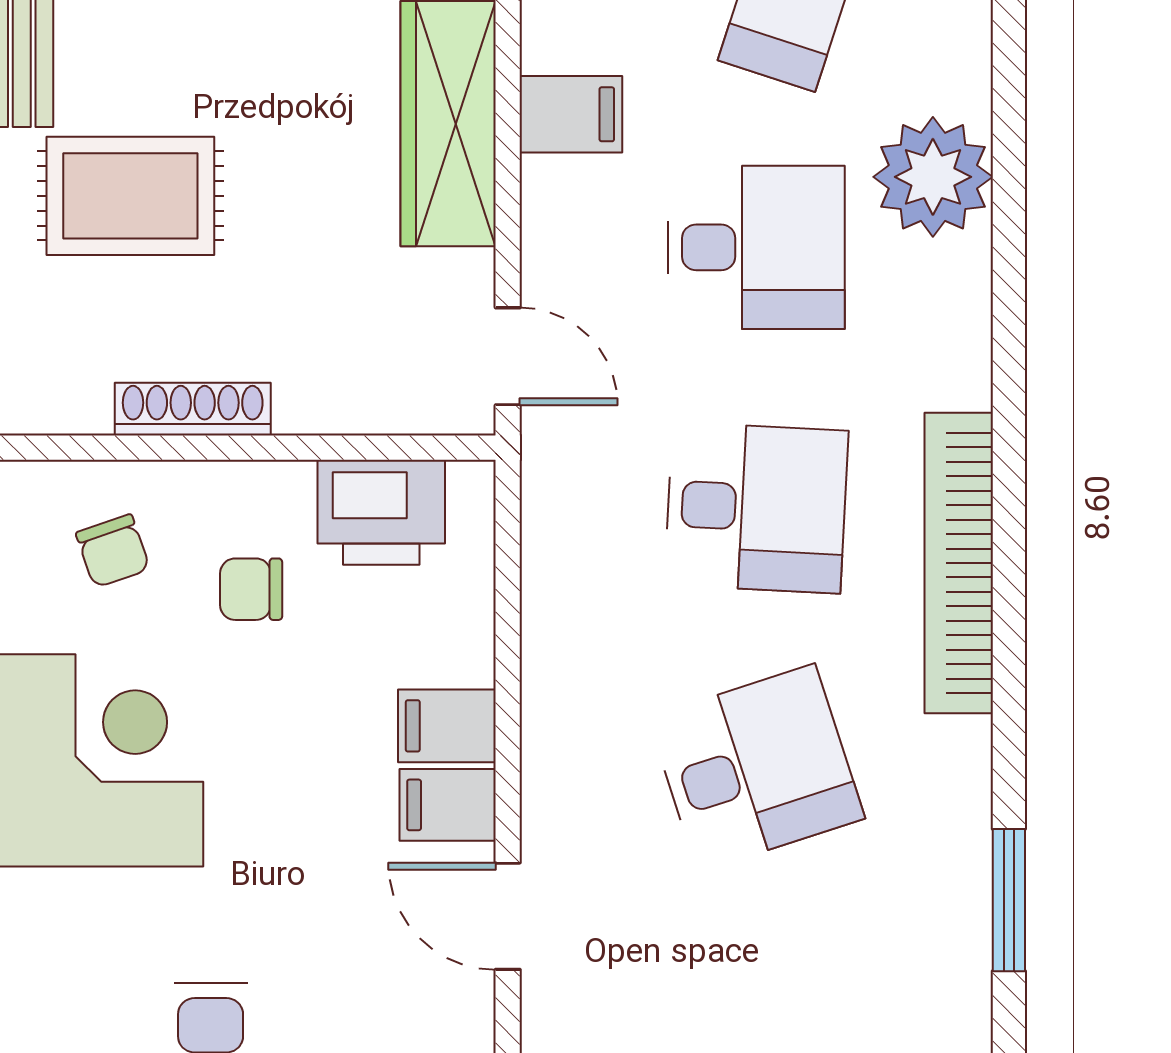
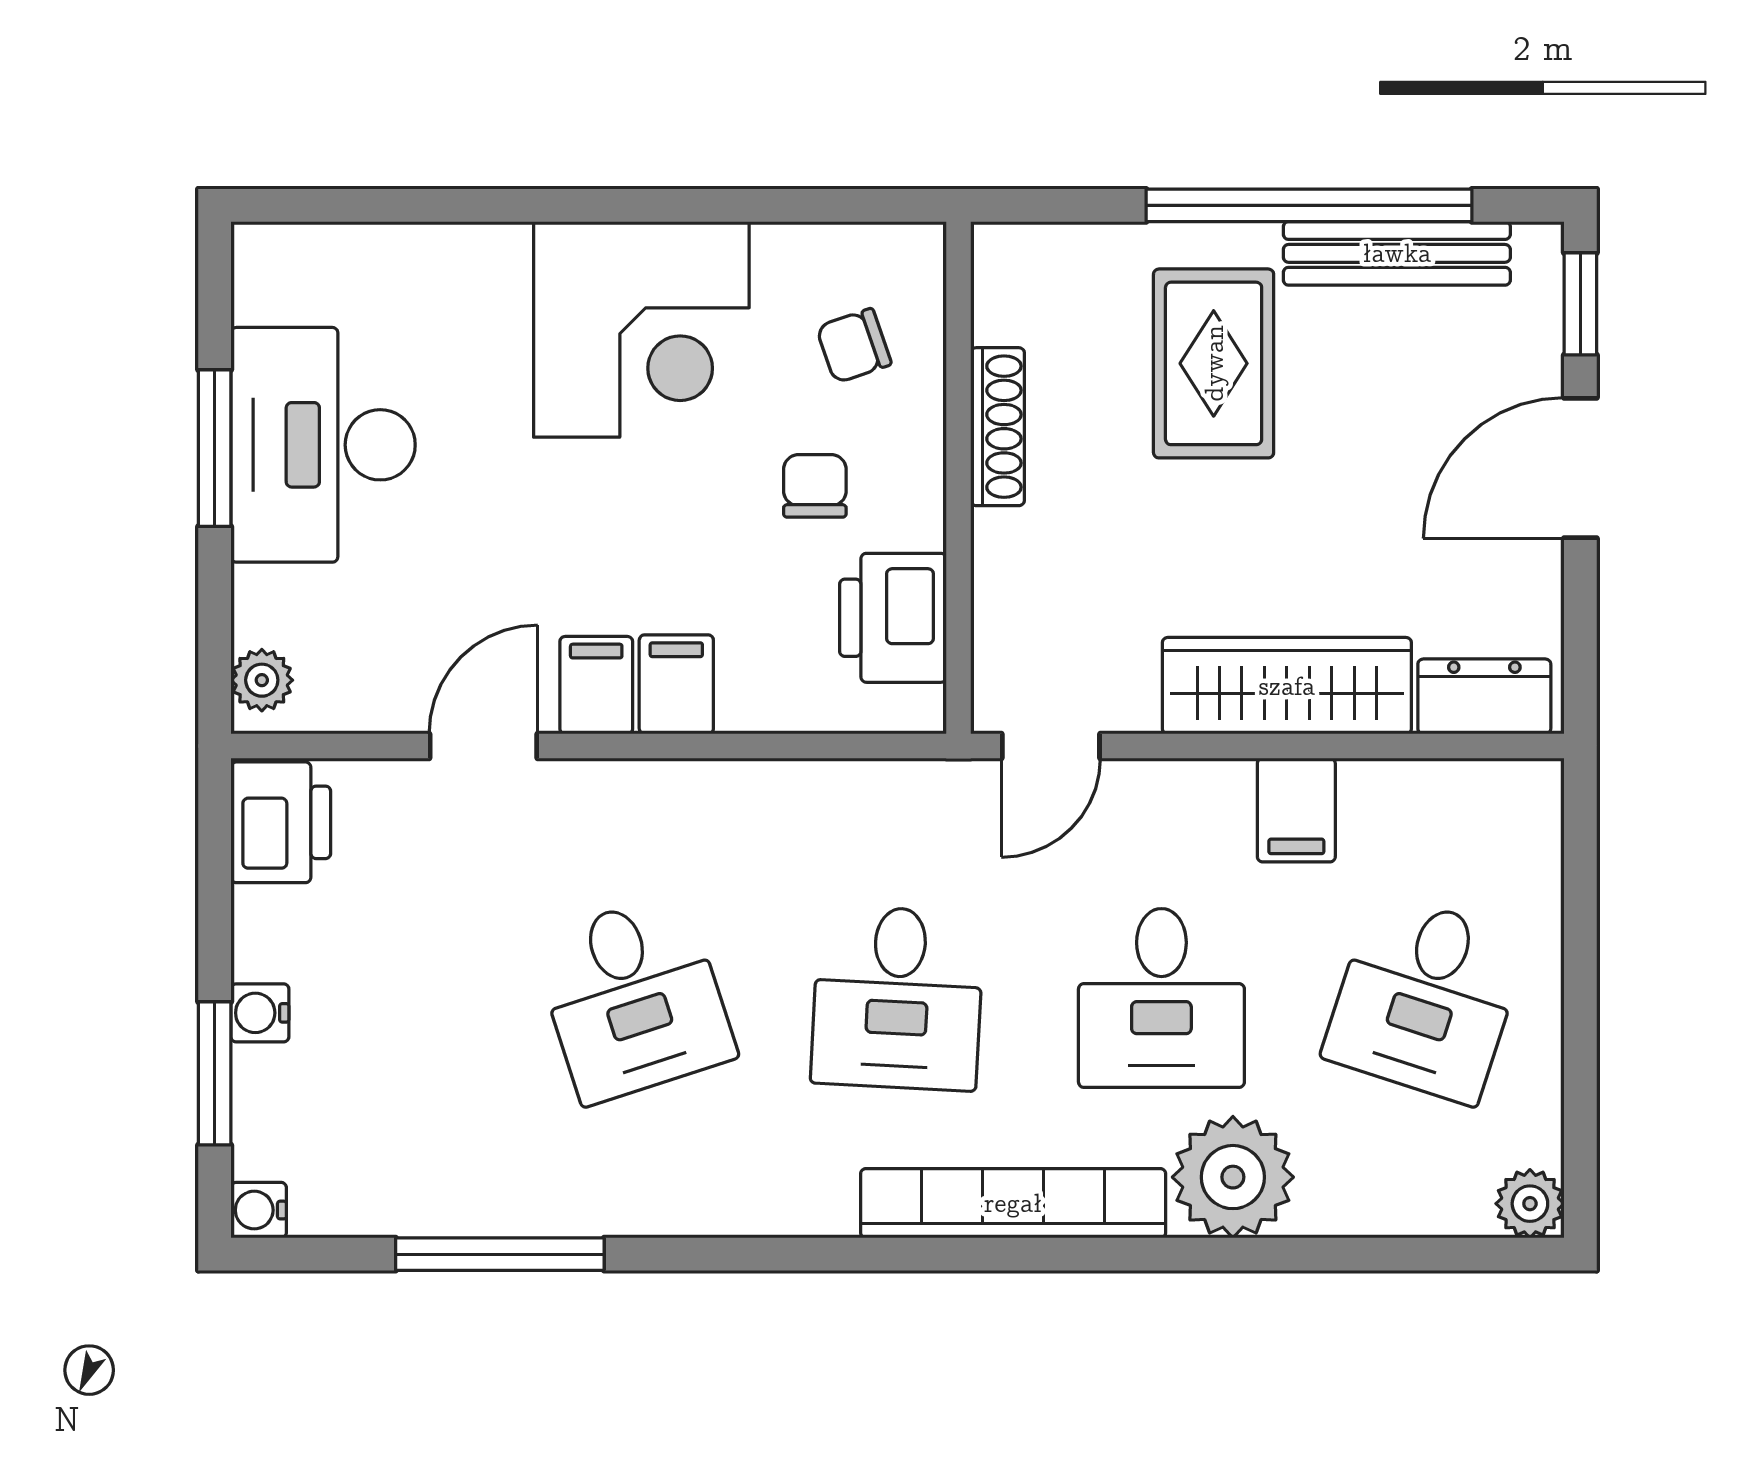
bookcase: (959, 563) -> (1013, 1203), moved
window: (1009, 900) -> (500, 1254), width x1.44

